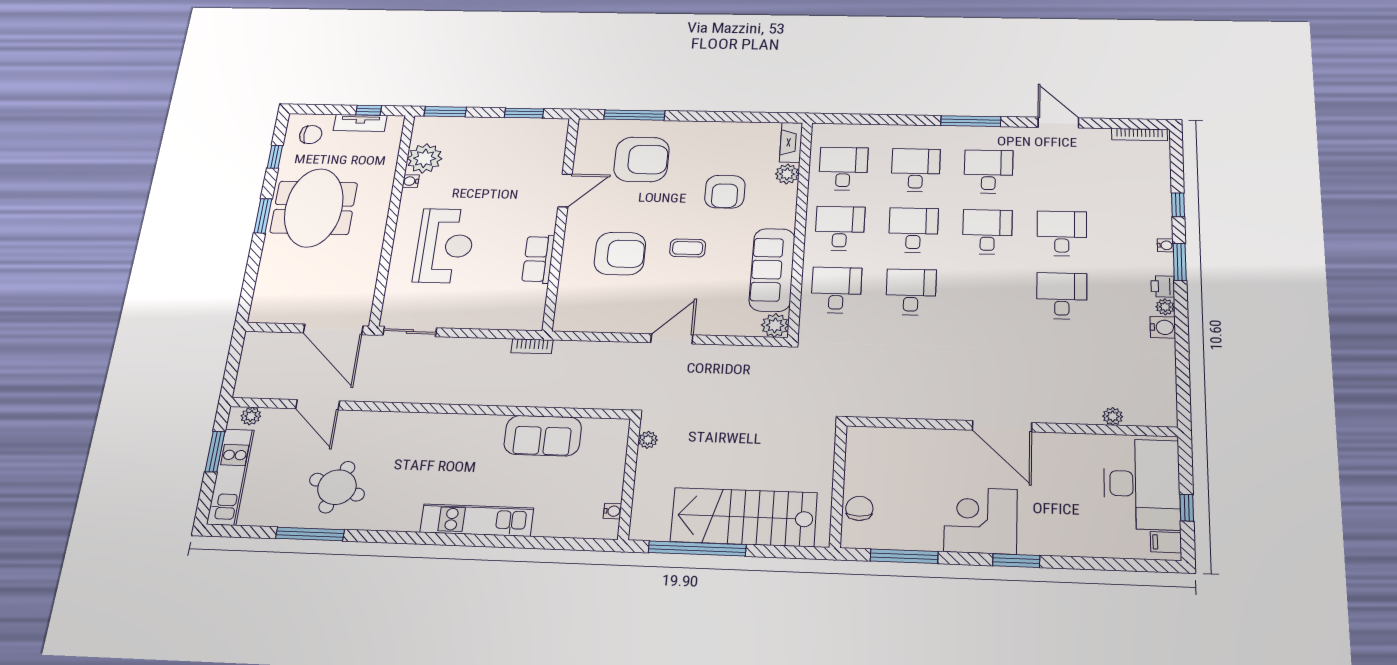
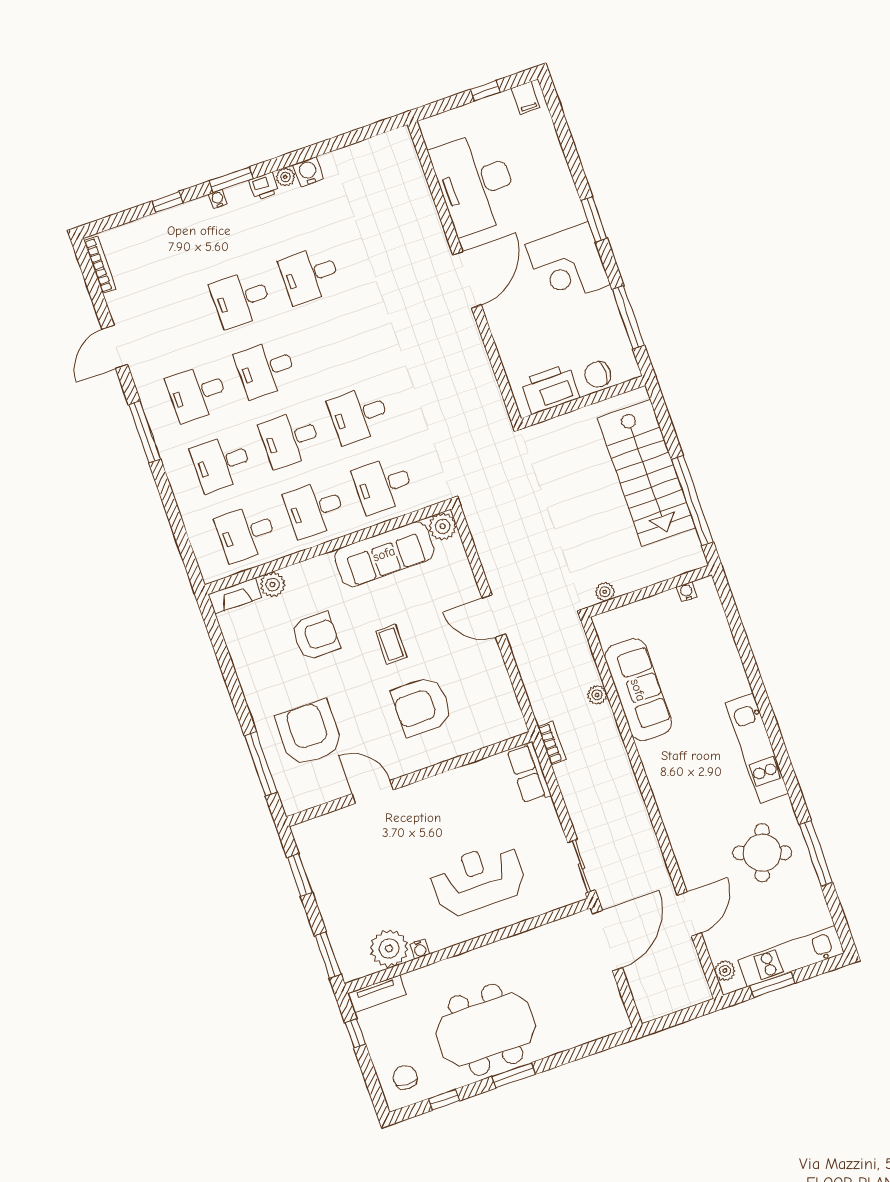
tv unit: (360, 123) -> (377, 994), moved, turned 90
armchair: (620, 254) -> (422, 706), turned -90
row of seats: (538, 259) -> (529, 773), moved, turned 90
plant: (1113, 416) -> (597, 695), moved
sofa: (543, 436) -> (638, 690), width x1.36
printer: (864, 461) -> (550, 389), added
desk: (1142, 484) -> (475, 183), moved, turned -90
kitchen unit: (477, 520) -> (757, 748), moved

